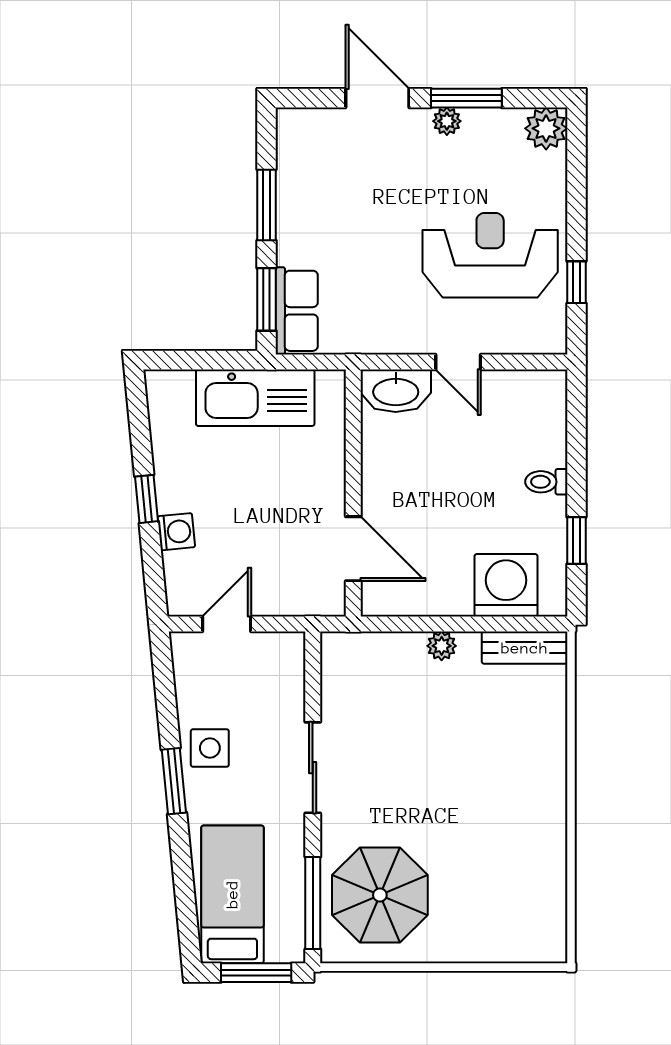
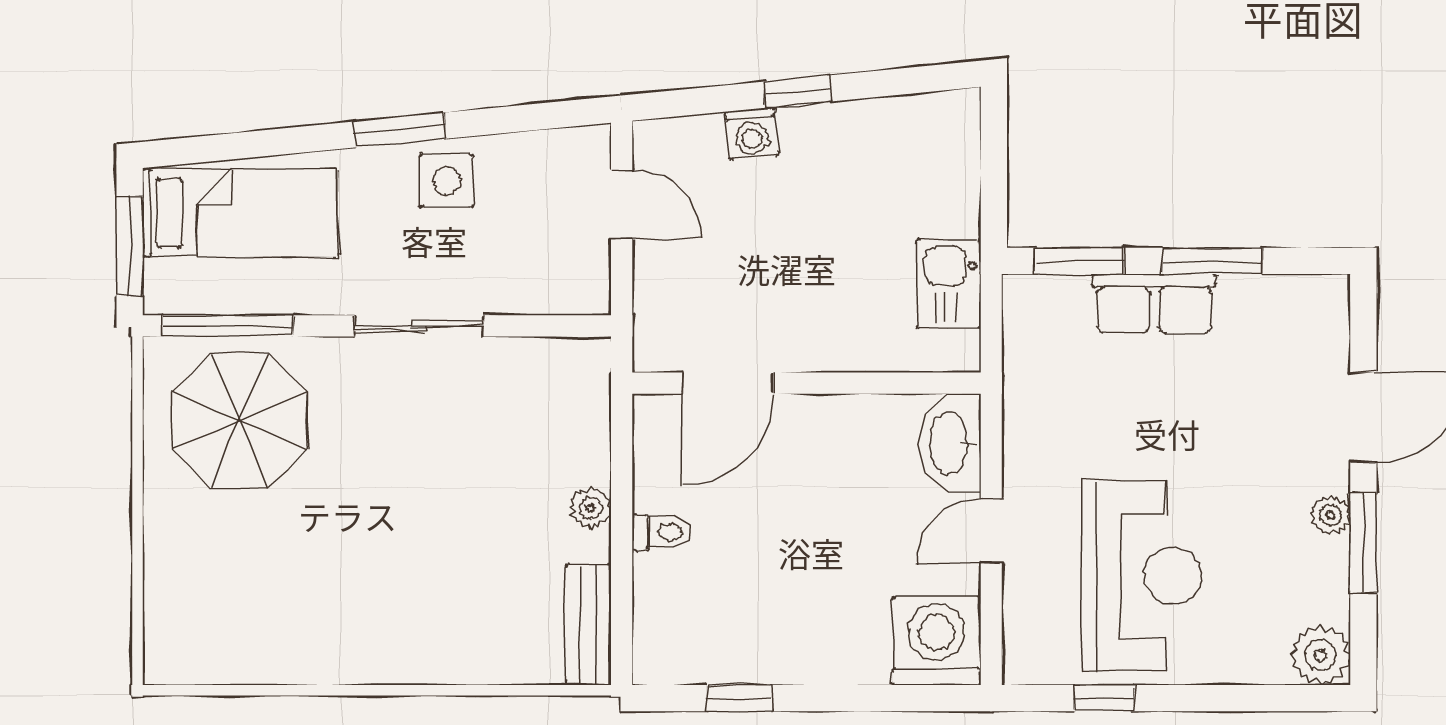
row of seats: (297, 311) -> (1154, 303), moved
kitchen sink: (255, 398) -> (949, 284), width x0.53, depth x0.81
toilet: (546, 482) -> (662, 532), moved, turned 90
washing machine: (506, 585) -> (937, 641), moved, turned -90

